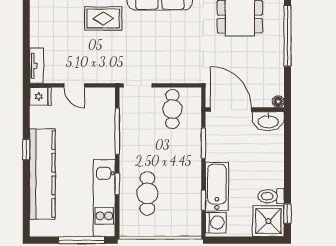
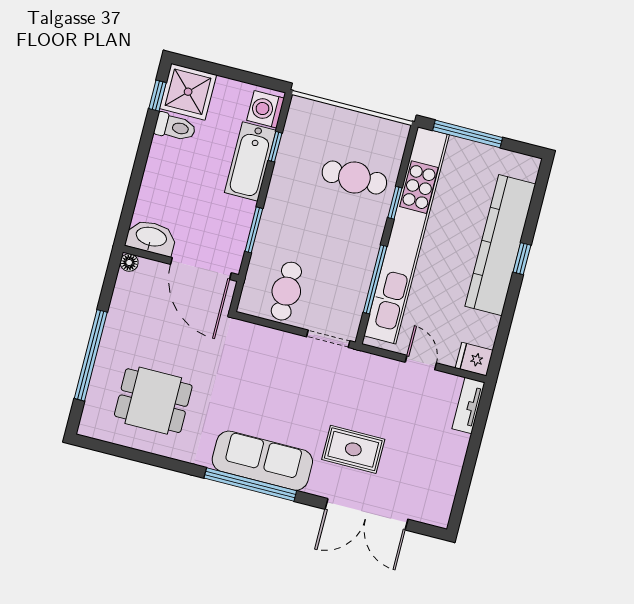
window: (26, 150) -> (522, 259), moved
cafe table: (147, 193) -> (354, 177), turned 90
kitchen unit: (104, 198) -> (407, 235), width x1.86

